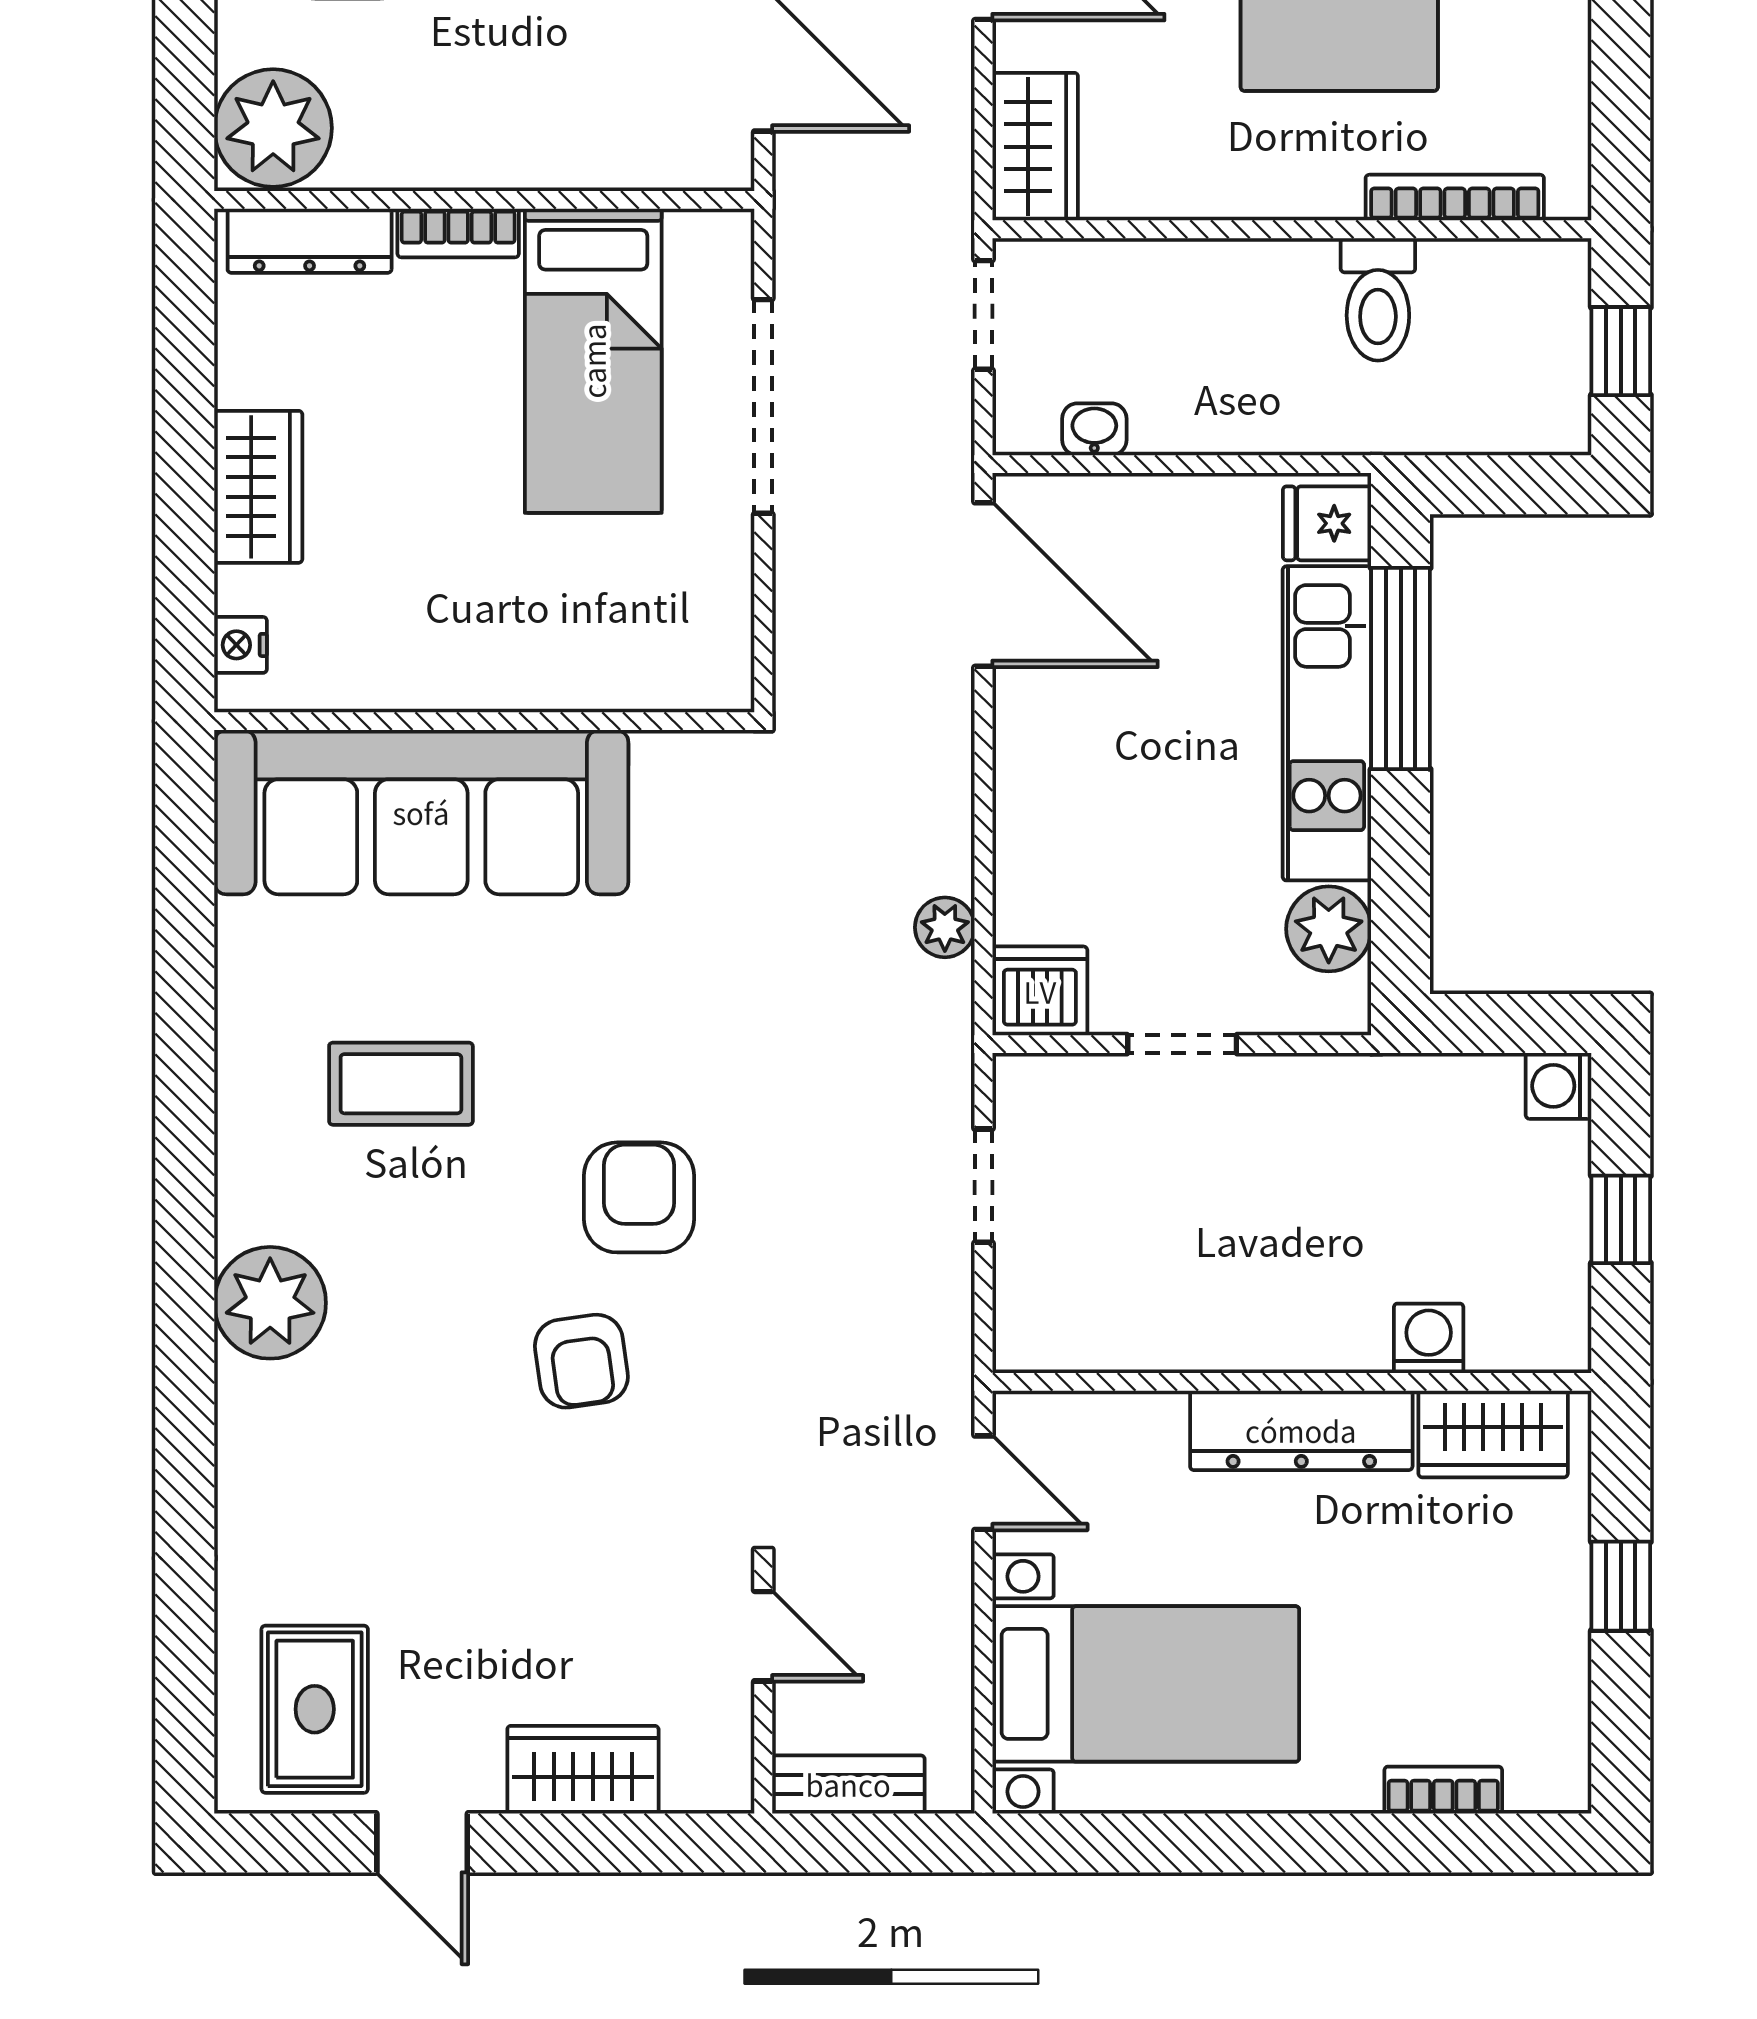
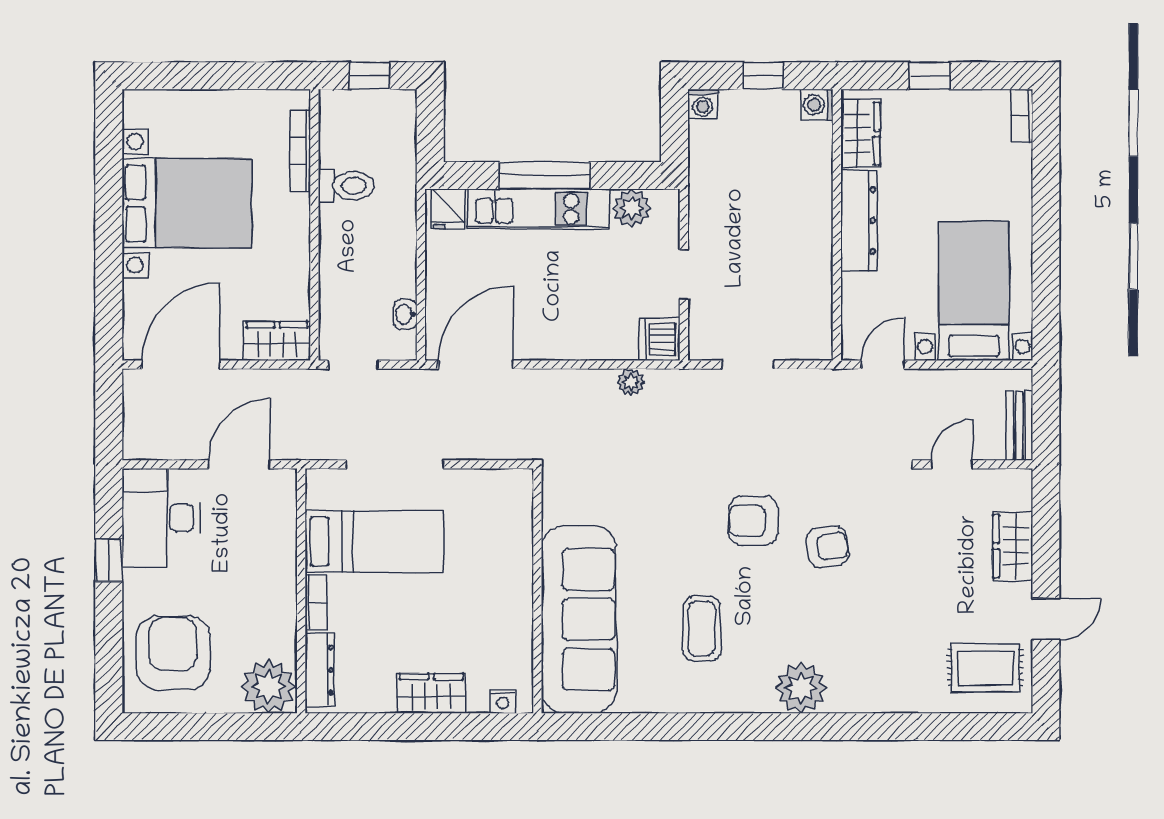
window: (1401, 669) -> (544, 176), moved
washing machine: (1429, 1338) -> (817, 105), moved
bookcase: (1443, 1790) -> (1022, 116), moved

